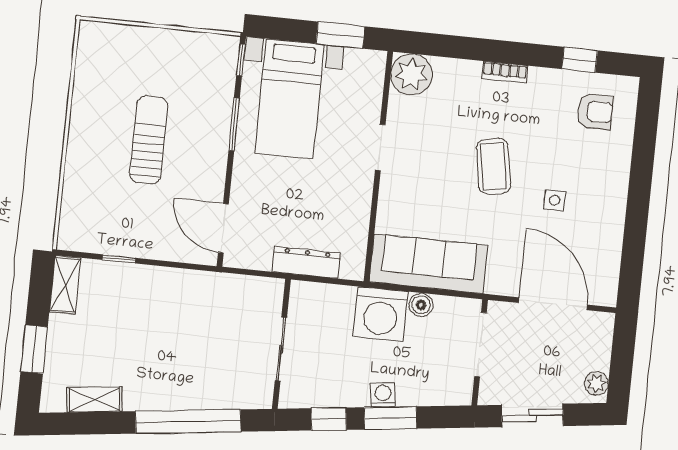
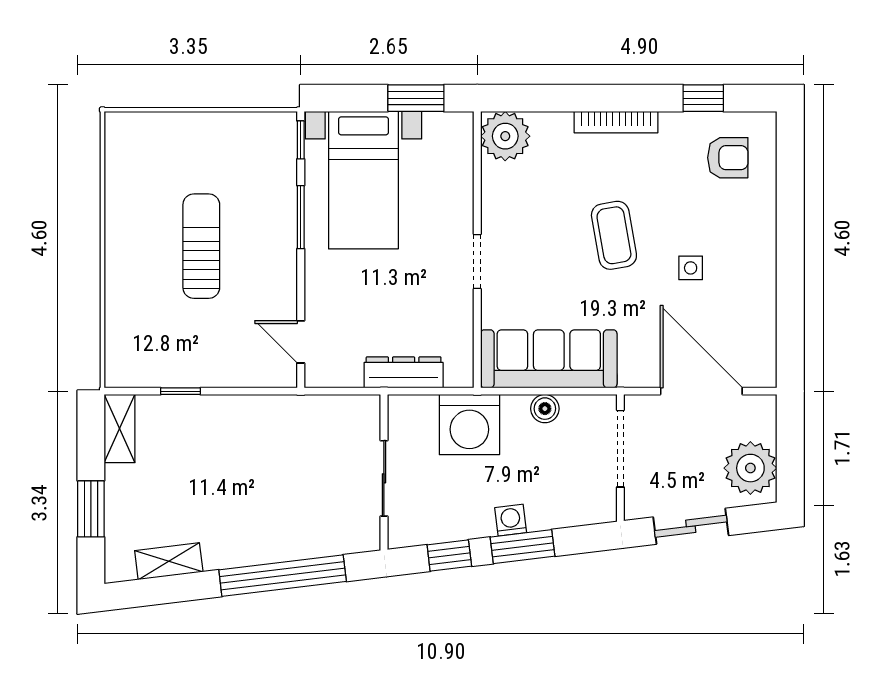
bookcase: (505, 72) -> (616, 122), width x1.56
doorway: (380, 147) -> (477, 261), moved
door: (223, 228) -> (301, 342), width x0.73
washing machine: (381, 314) -> (469, 425), moved
plant: (596, 383) -> (750, 468), width x1.87, depth x1.87

